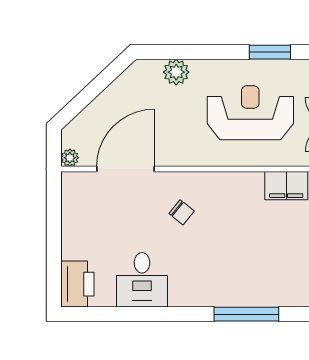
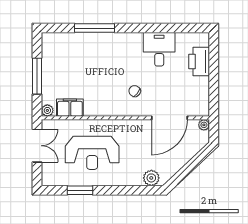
plant: (176, 72) -> (151, 178), moved
printer: (77, 284) -> (199, 62), moved

